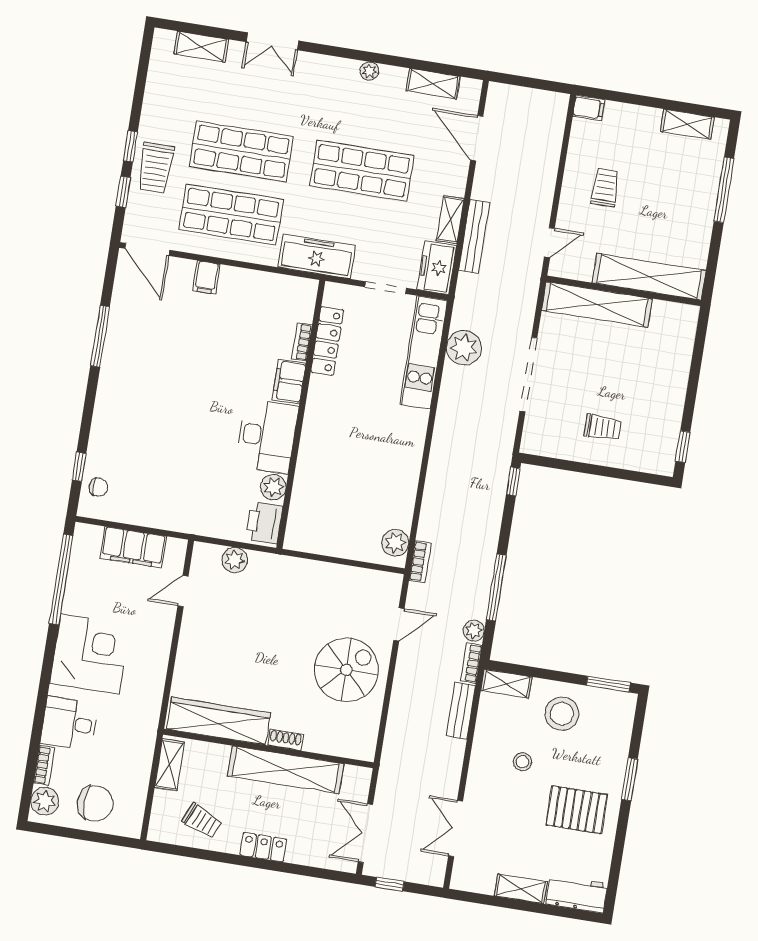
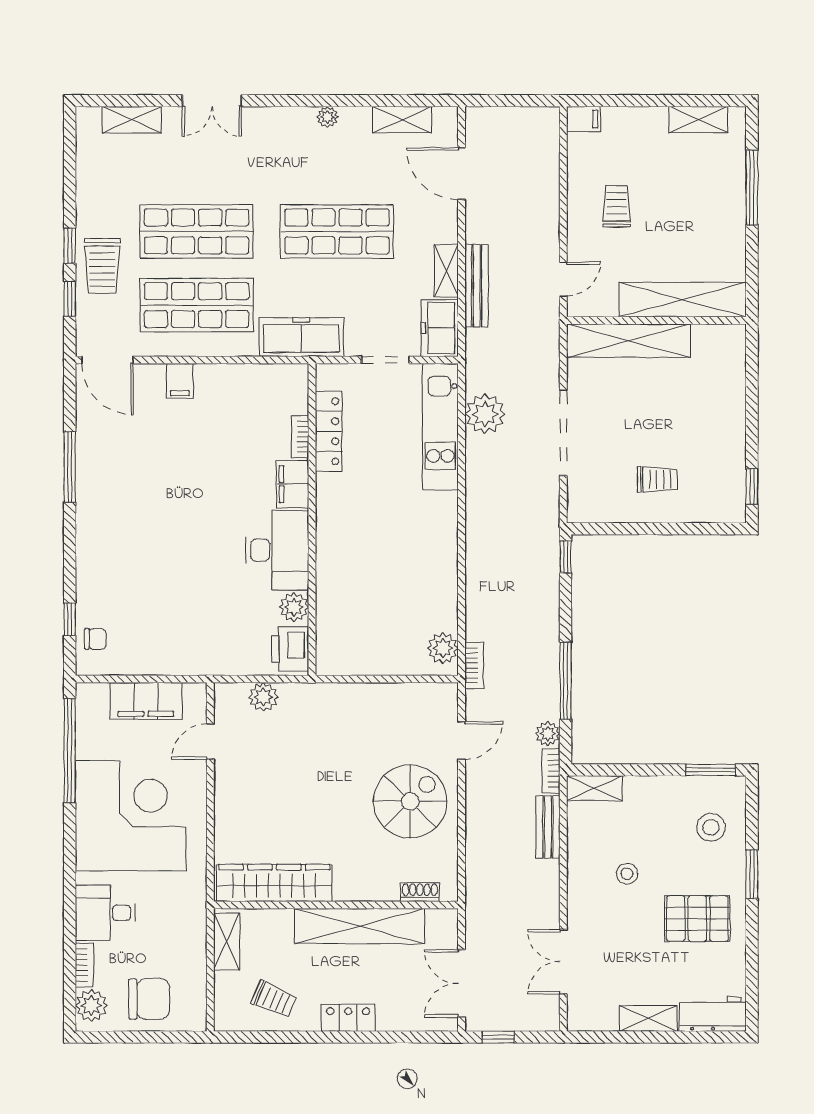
corner desk: (90, 654) -> (131, 816), width x1.36, depth x1.36
stool: (562, 714) -> (711, 827), moved, width x0.73, depth x0.73
shoe rack: (285, 740) -> (420, 892), moved

